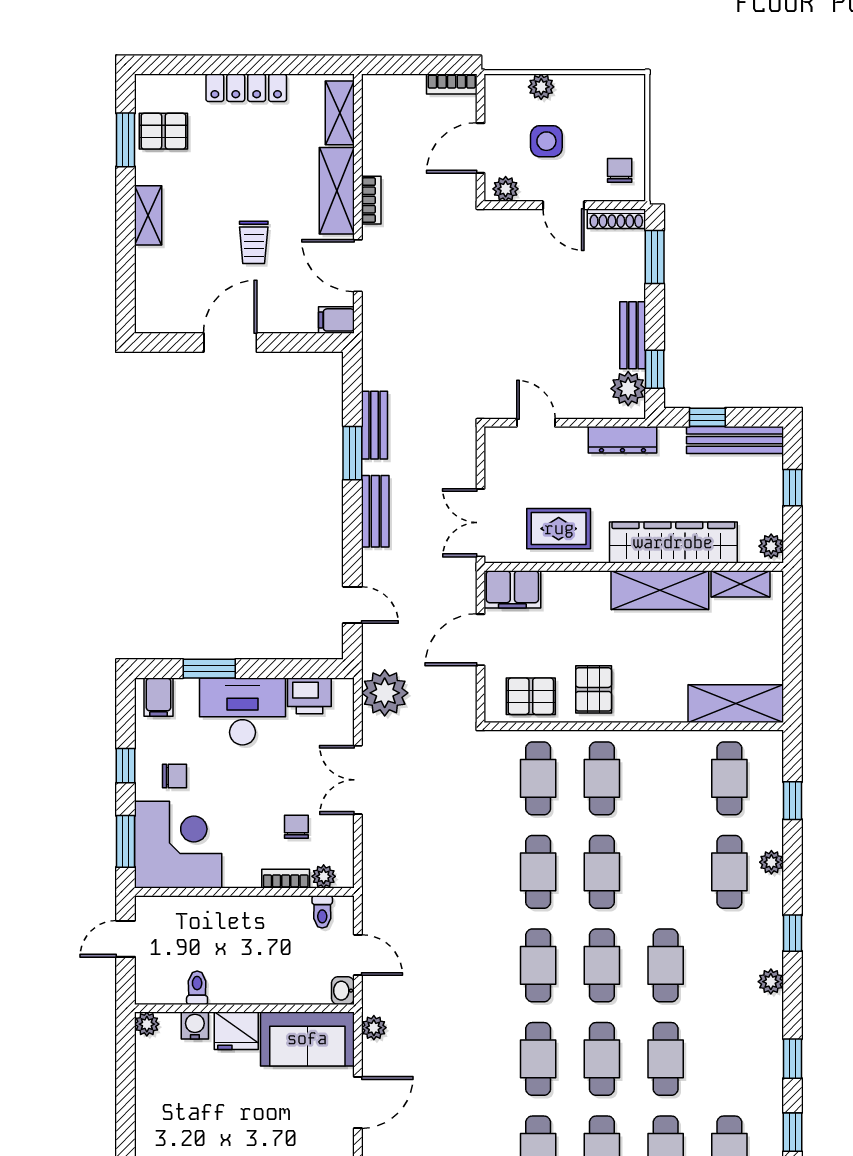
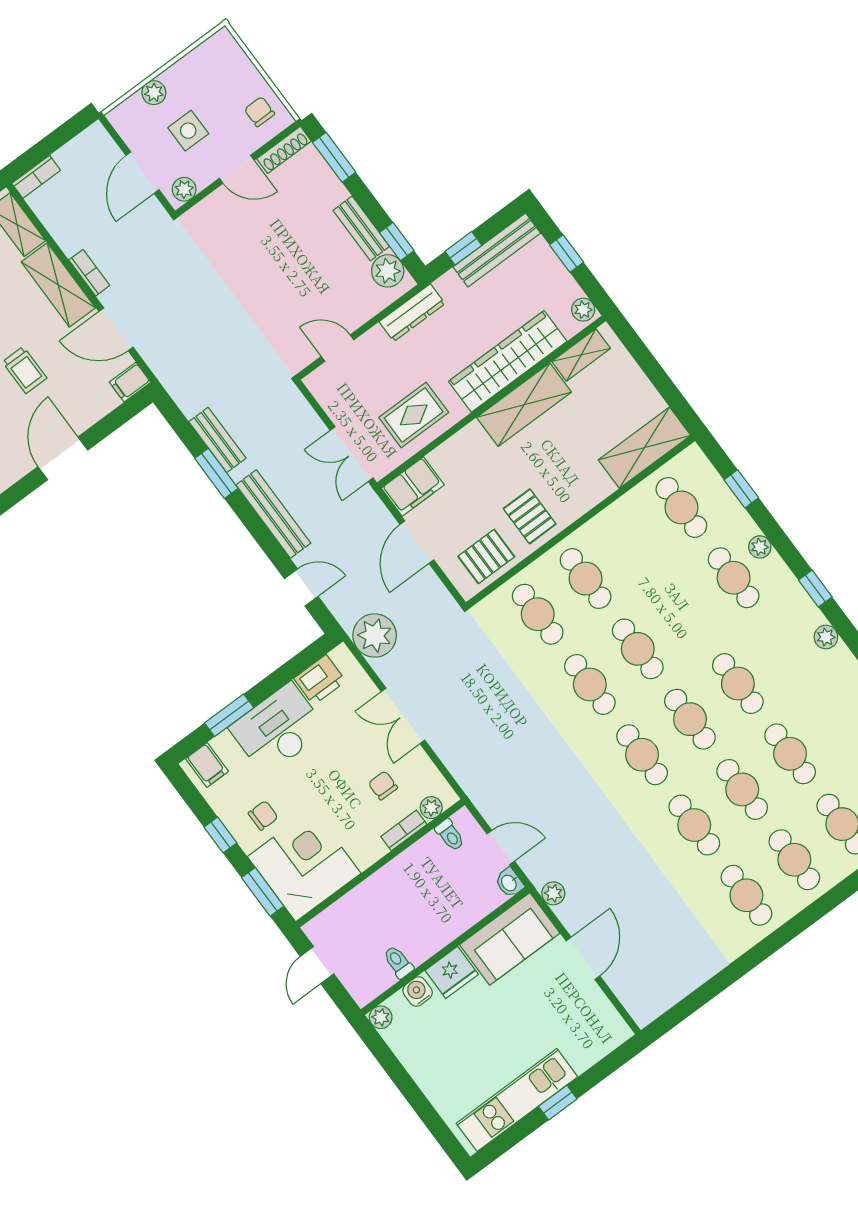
bookcase: (452, 84) -> (36, 177), moved
bench: (375, 511) -> (273, 514), width x1.36

